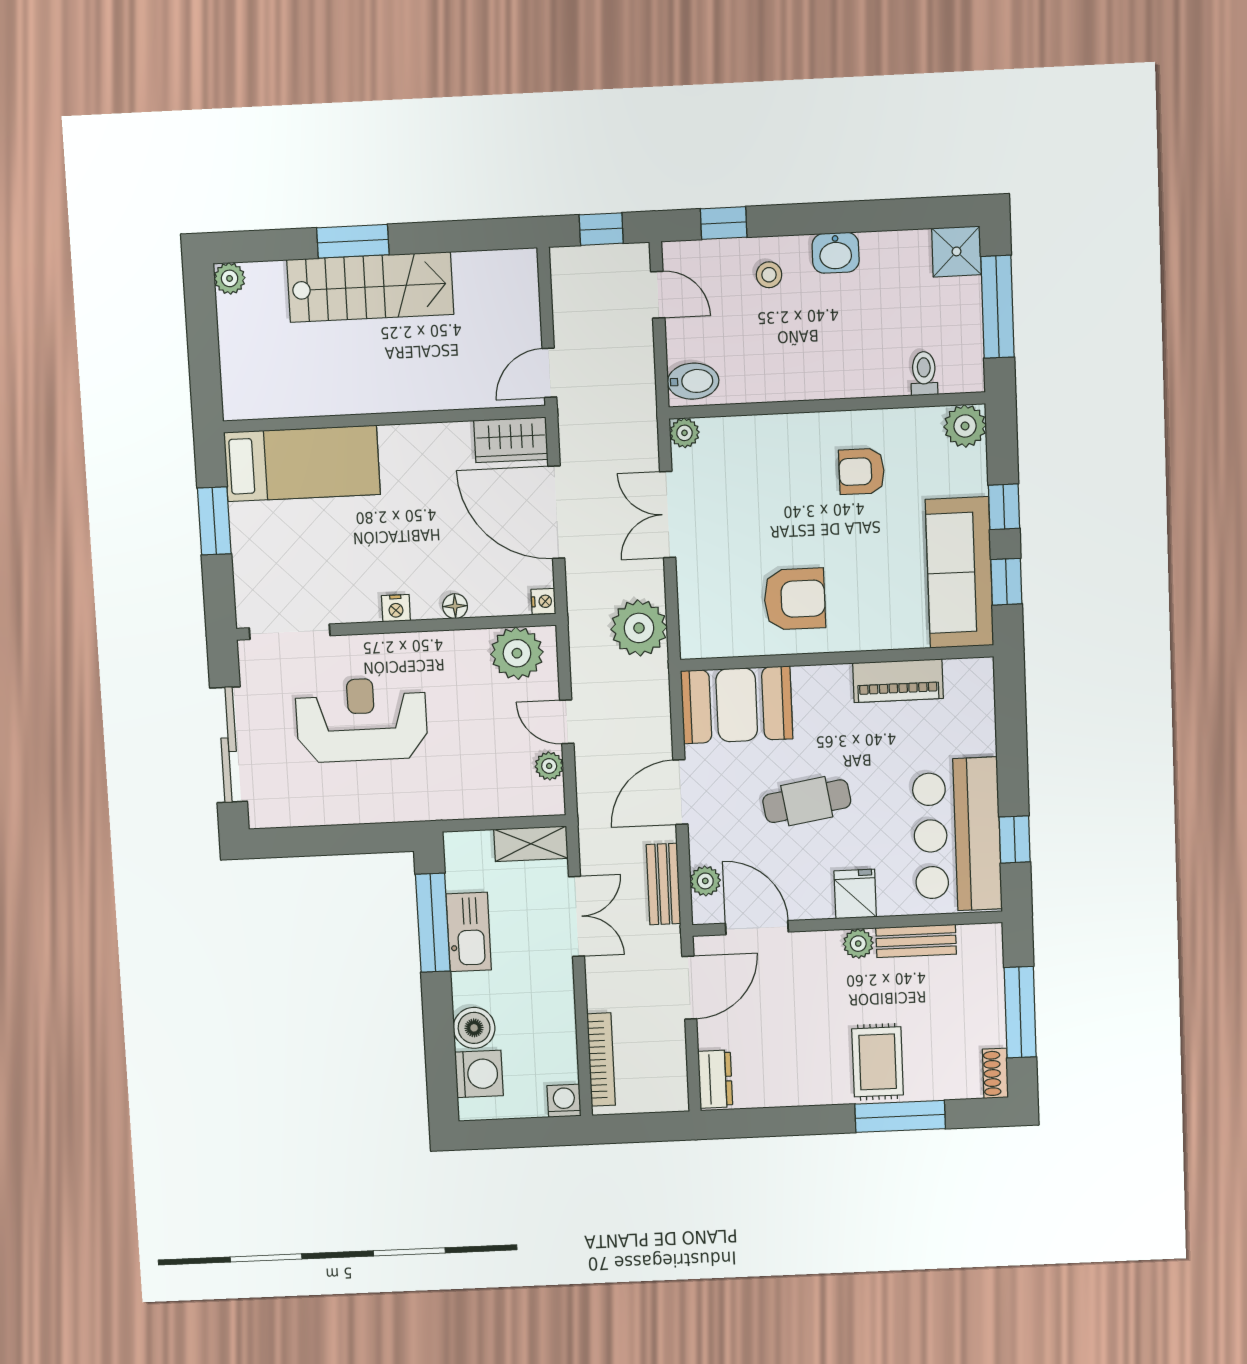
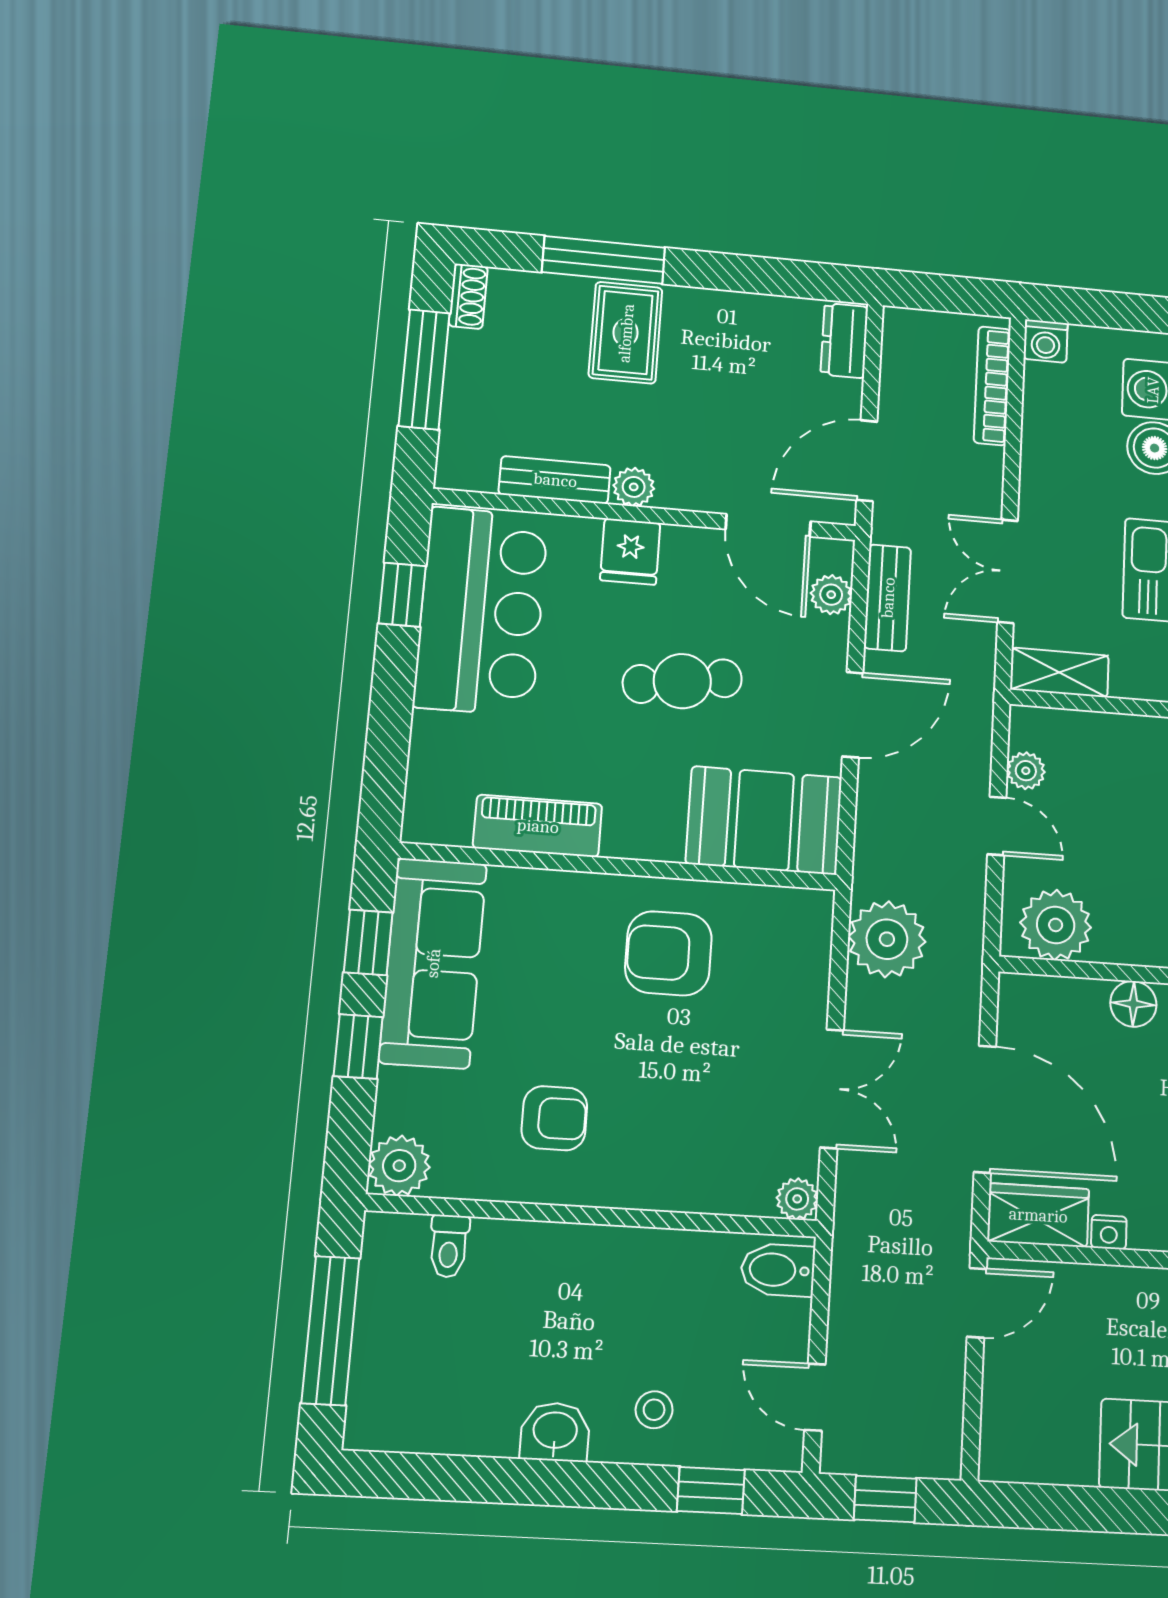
shower: (956, 251) -> (380, 1416), removed
nightstand: (543, 601) -> (1109, 1232), moved, turned -90
floor lamp: (455, 606) -> (1133, 1004), width x1.37, depth x1.37

